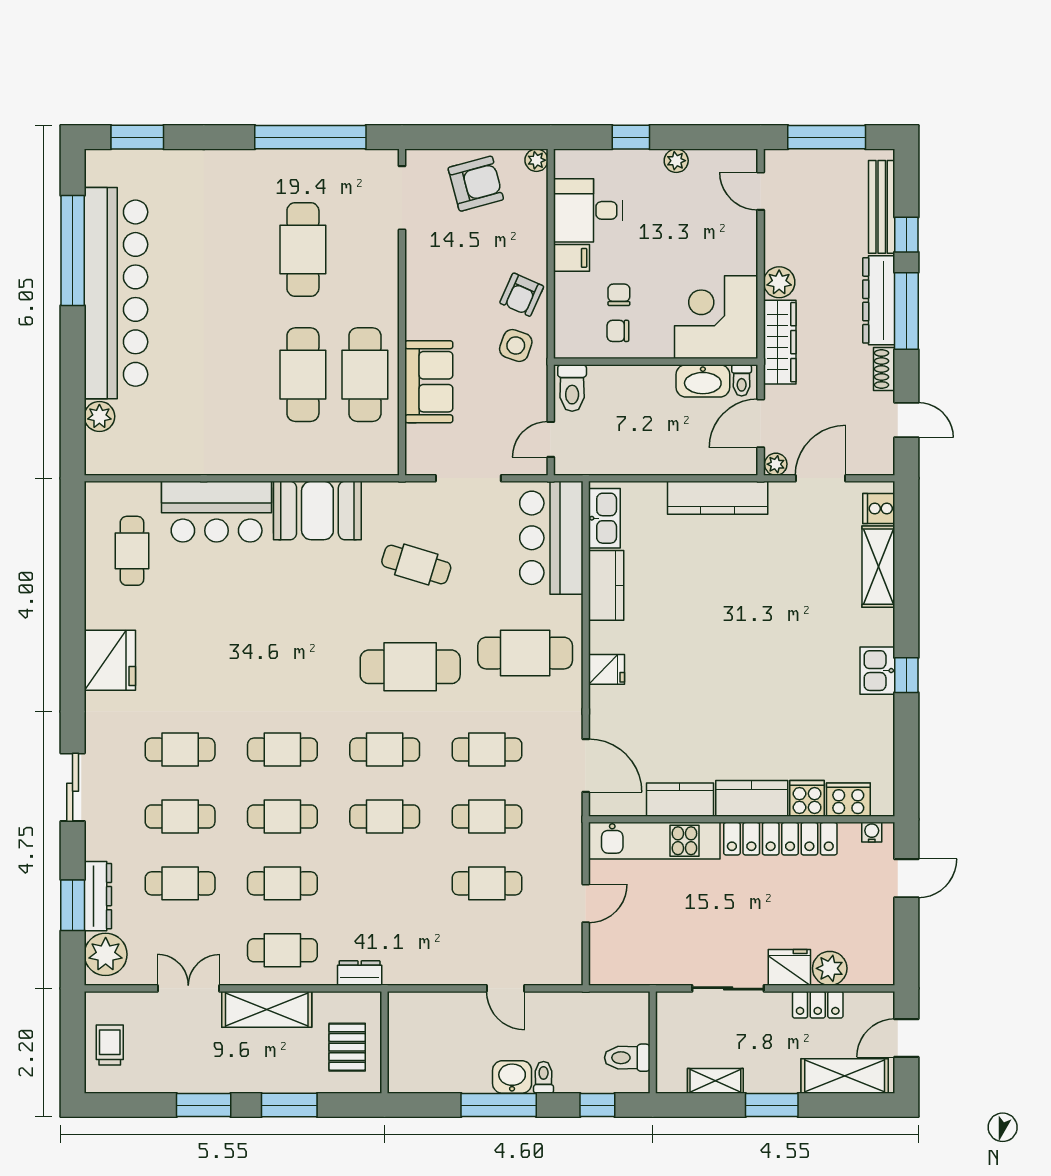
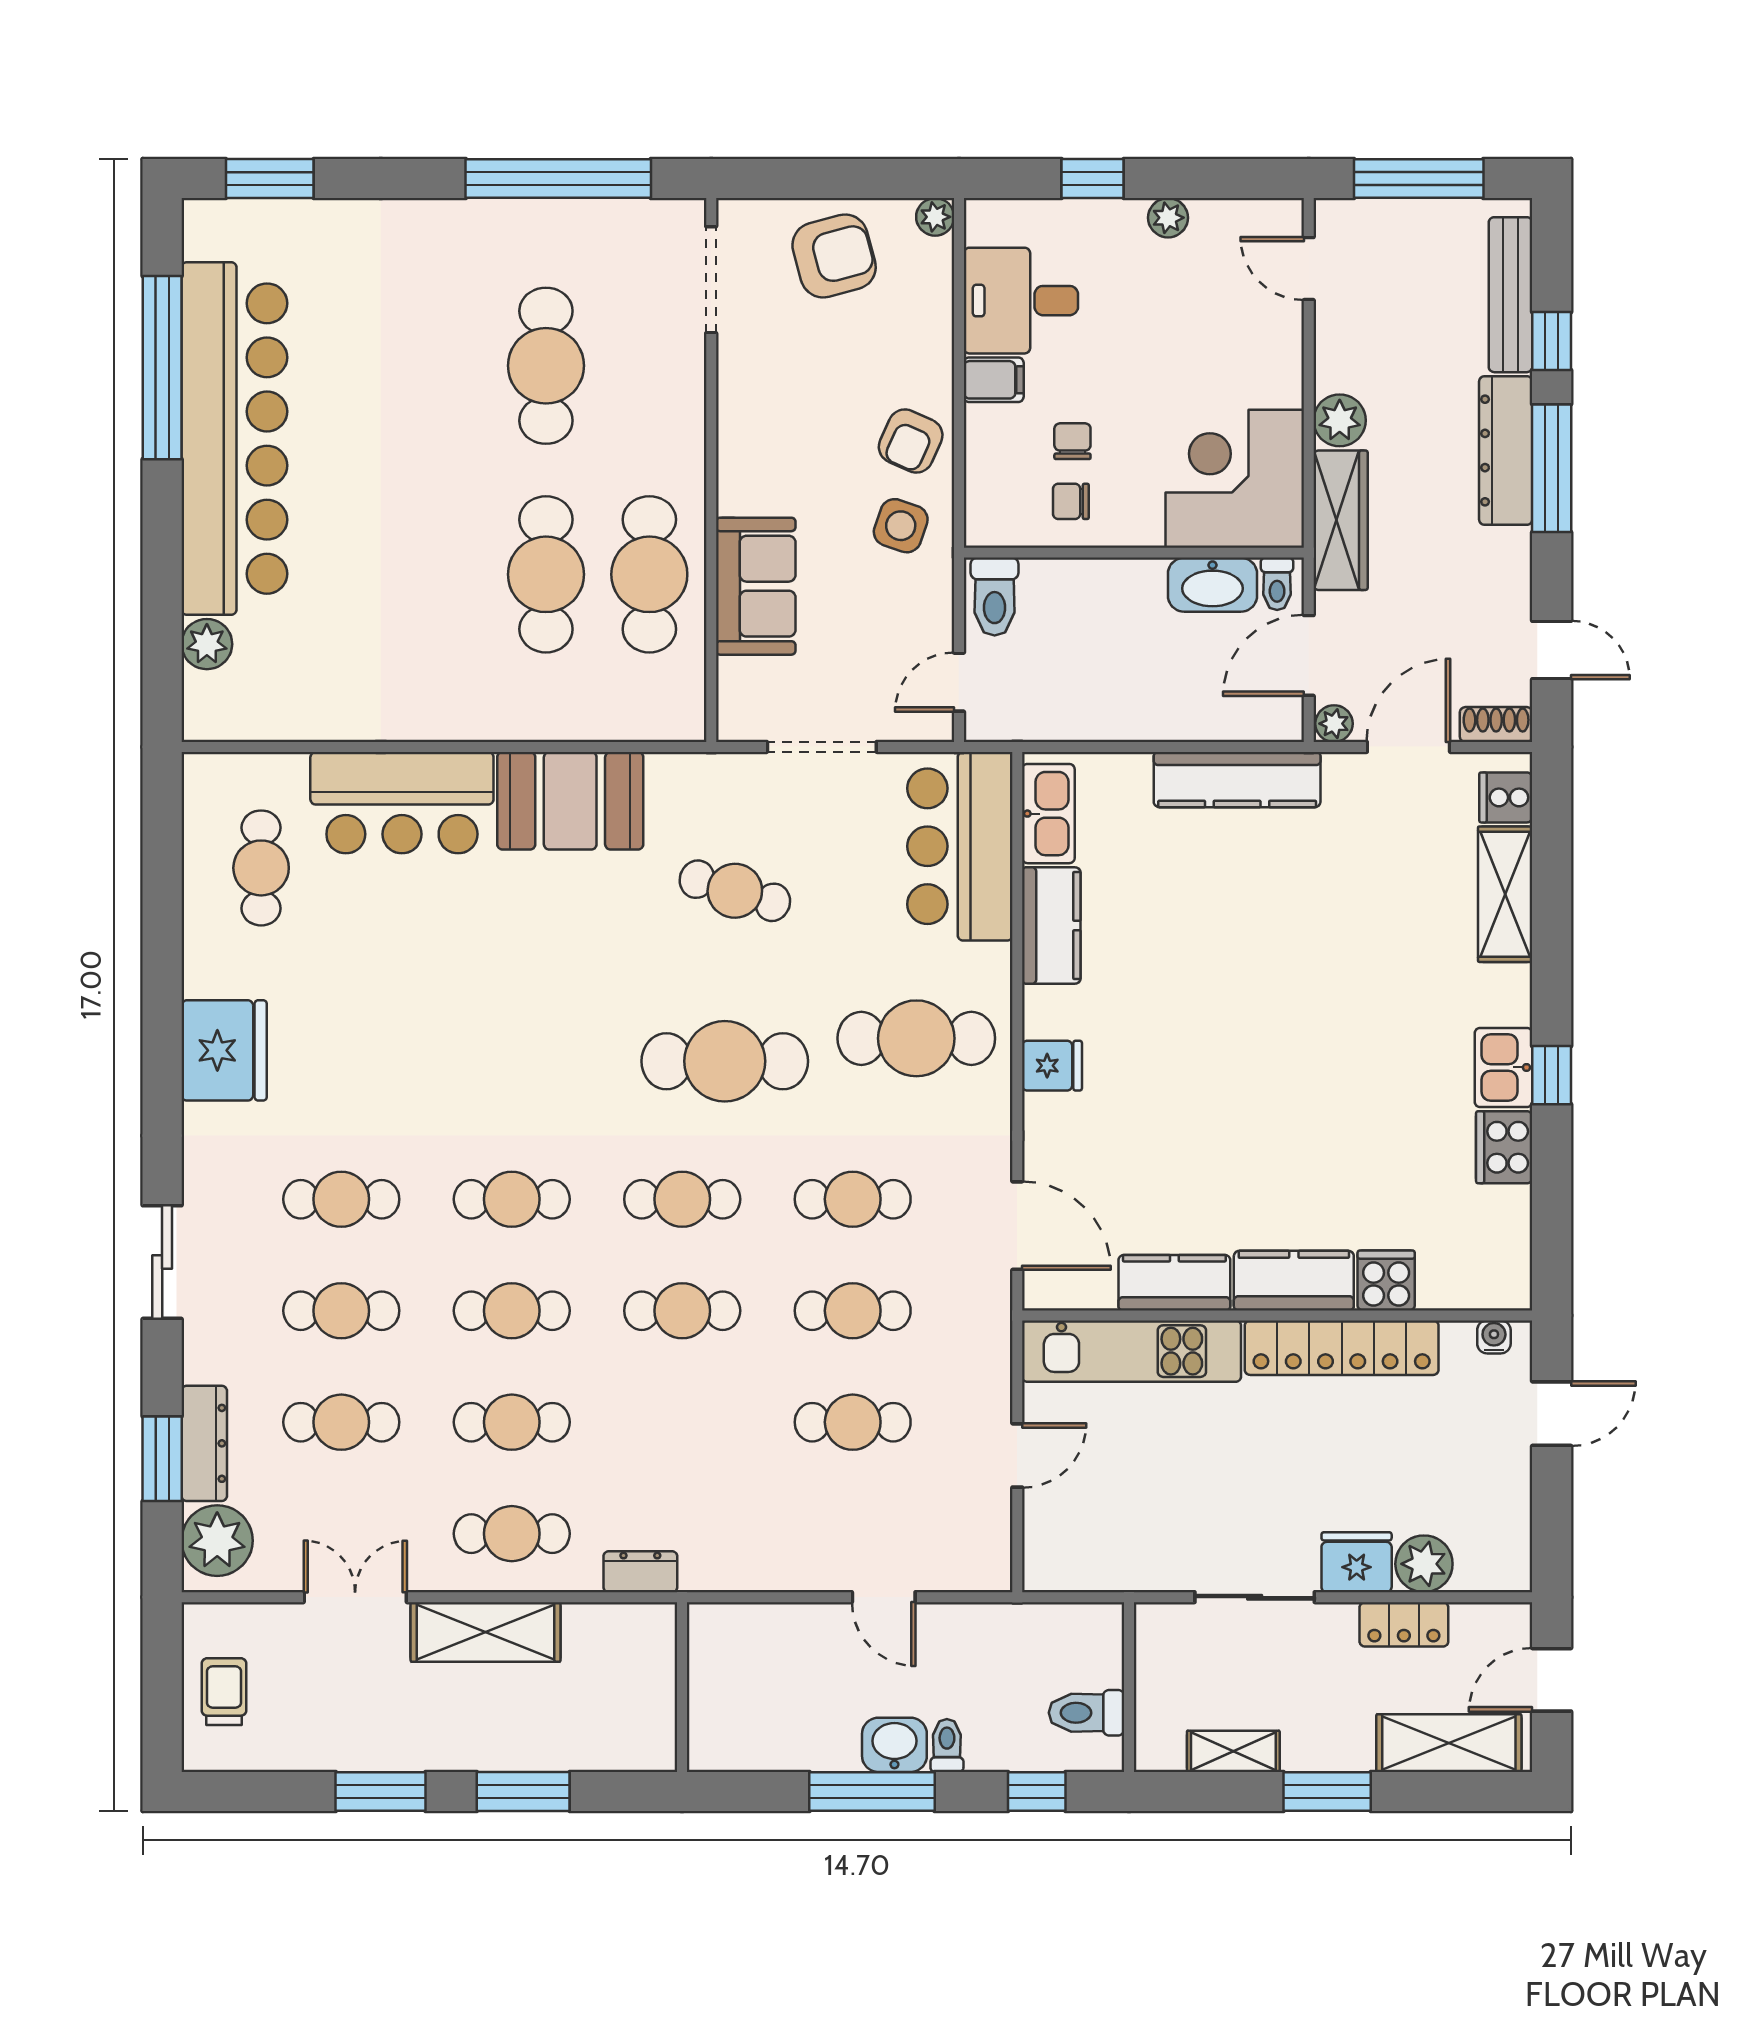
shoe rack: (884, 369) -> (1496, 725), moved, turned 90
cooker: (848, 800) -> (1504, 1147), moved, turned -90
pallet: (347, 1047) -> (620, 1695), removed

